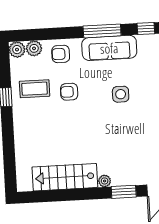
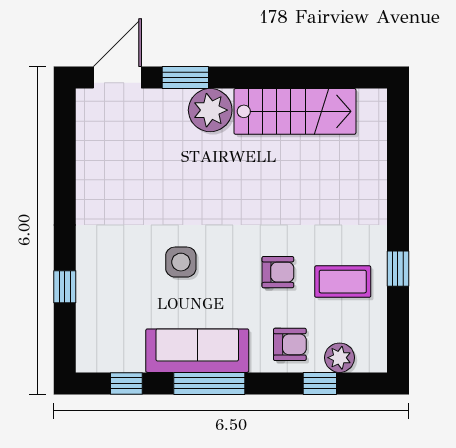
window: (44, 34) -> (320, 383), added
plant: (17, 50) -> (372, 357), removed
plant: (105, 181) -> (210, 110), width x1.88, depth x1.88

